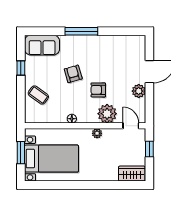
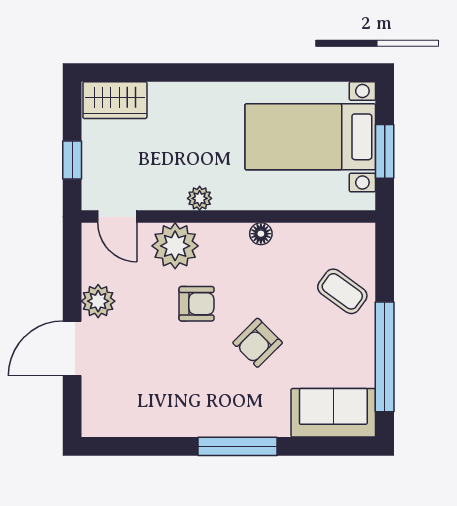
window: (21, 68) -> (385, 357), width x3.17
armchair: (73, 74) -> (258, 343), turned 61

